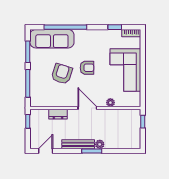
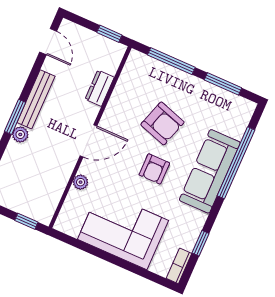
sofa: (52, 39) -> (210, 171), moved

